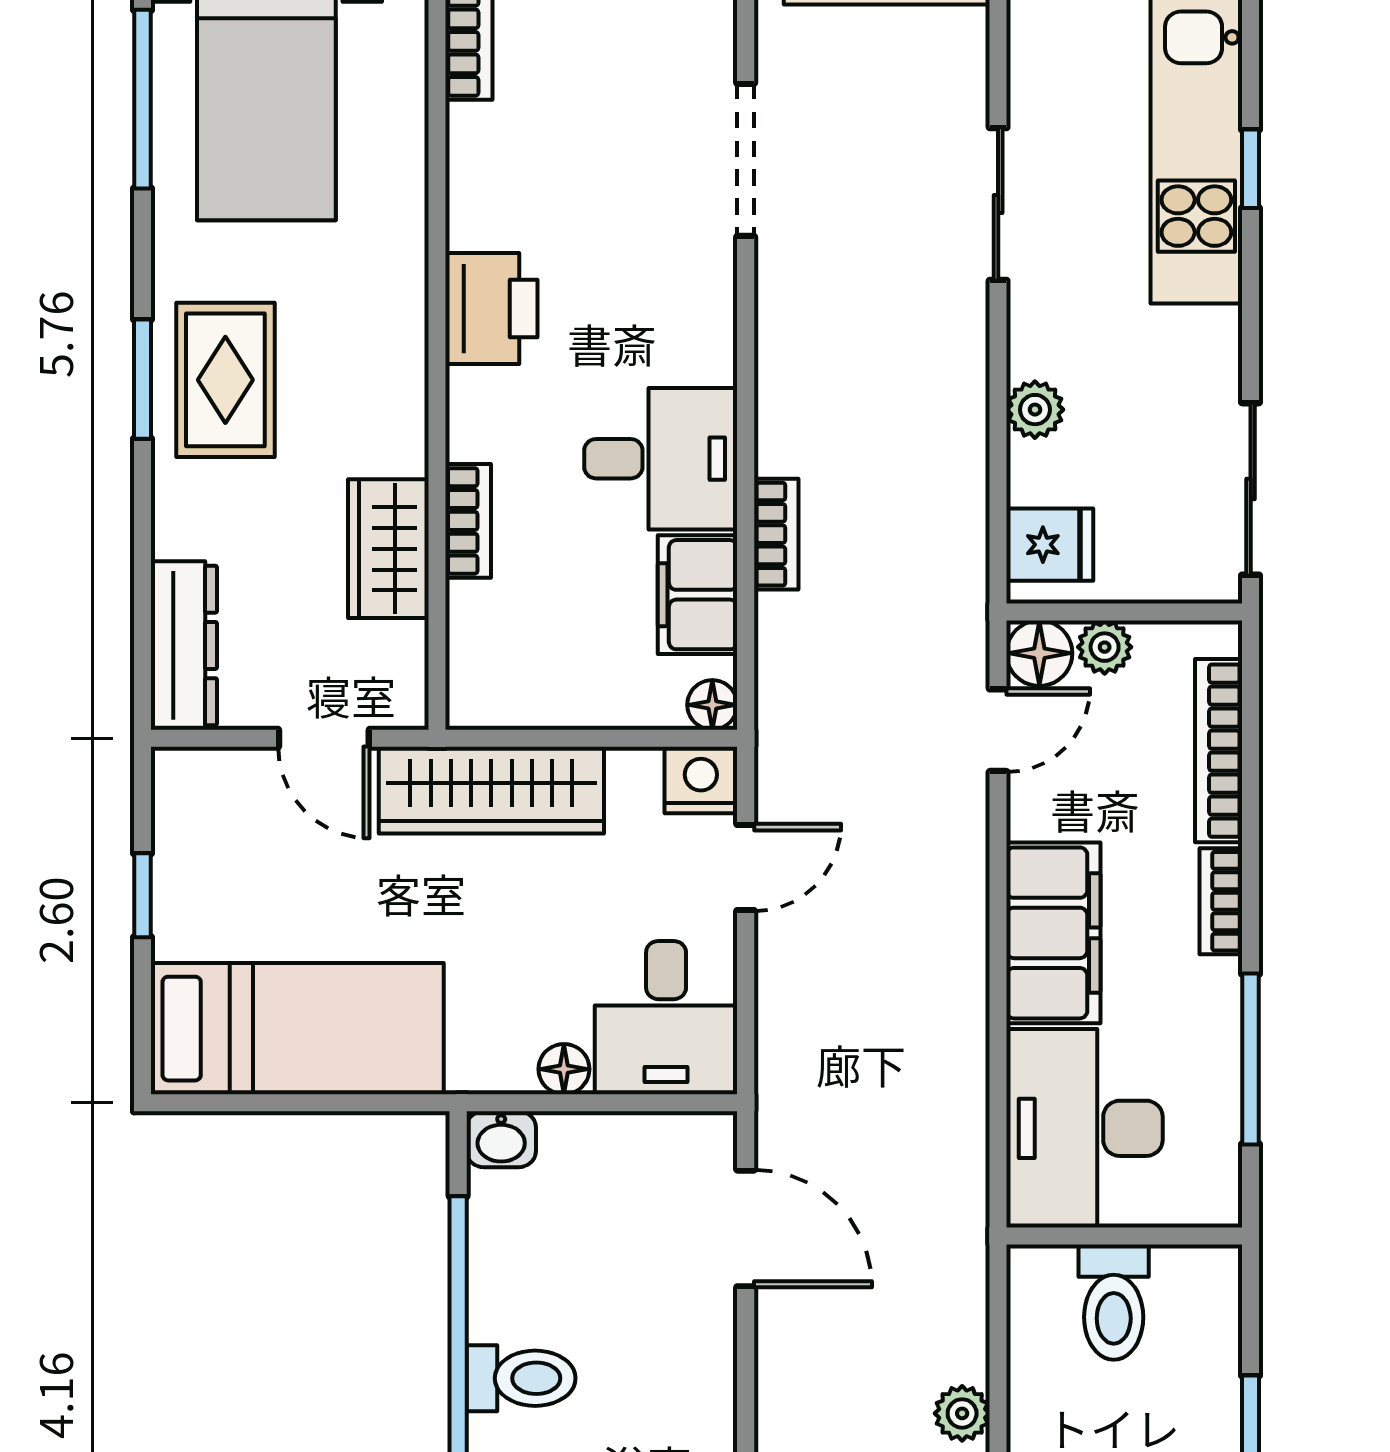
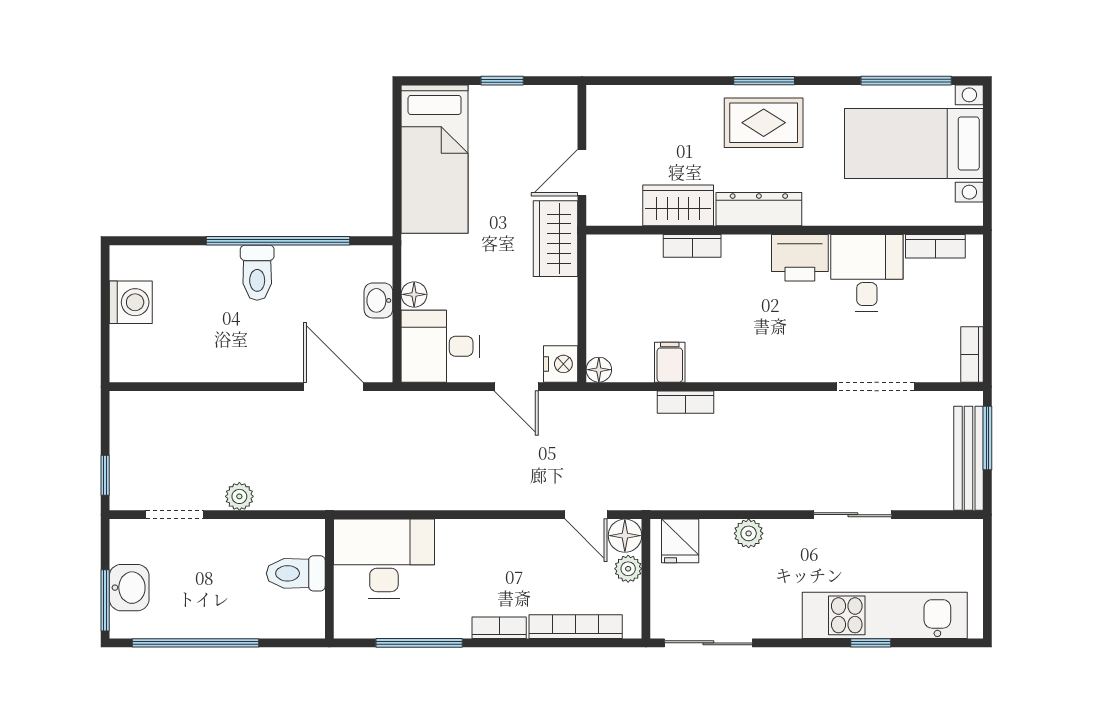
desk: (661, 459) -> (867, 273), moved, turned 180
filing cabinet: (698, 595) -> (670, 362), width x0.50
dresser: (184, 645) -> (759, 209), moved, turned 180
wardrobe: (491, 790) -> (556, 239), width x0.67
filing cabinet: (1053, 933) -> (483, 543), removed
washbasin: (501, 1139) -> (378, 300), moved
door: (746, 1228) -> (333, 387), swing flipped

